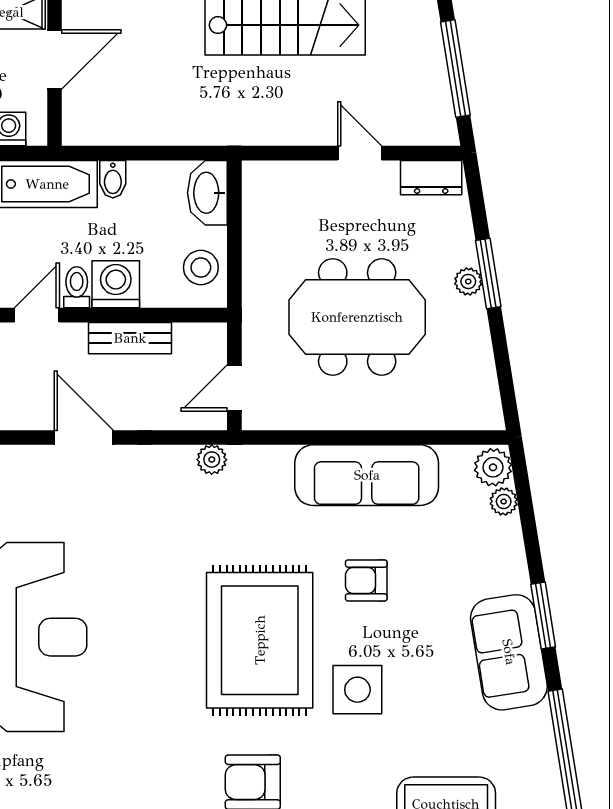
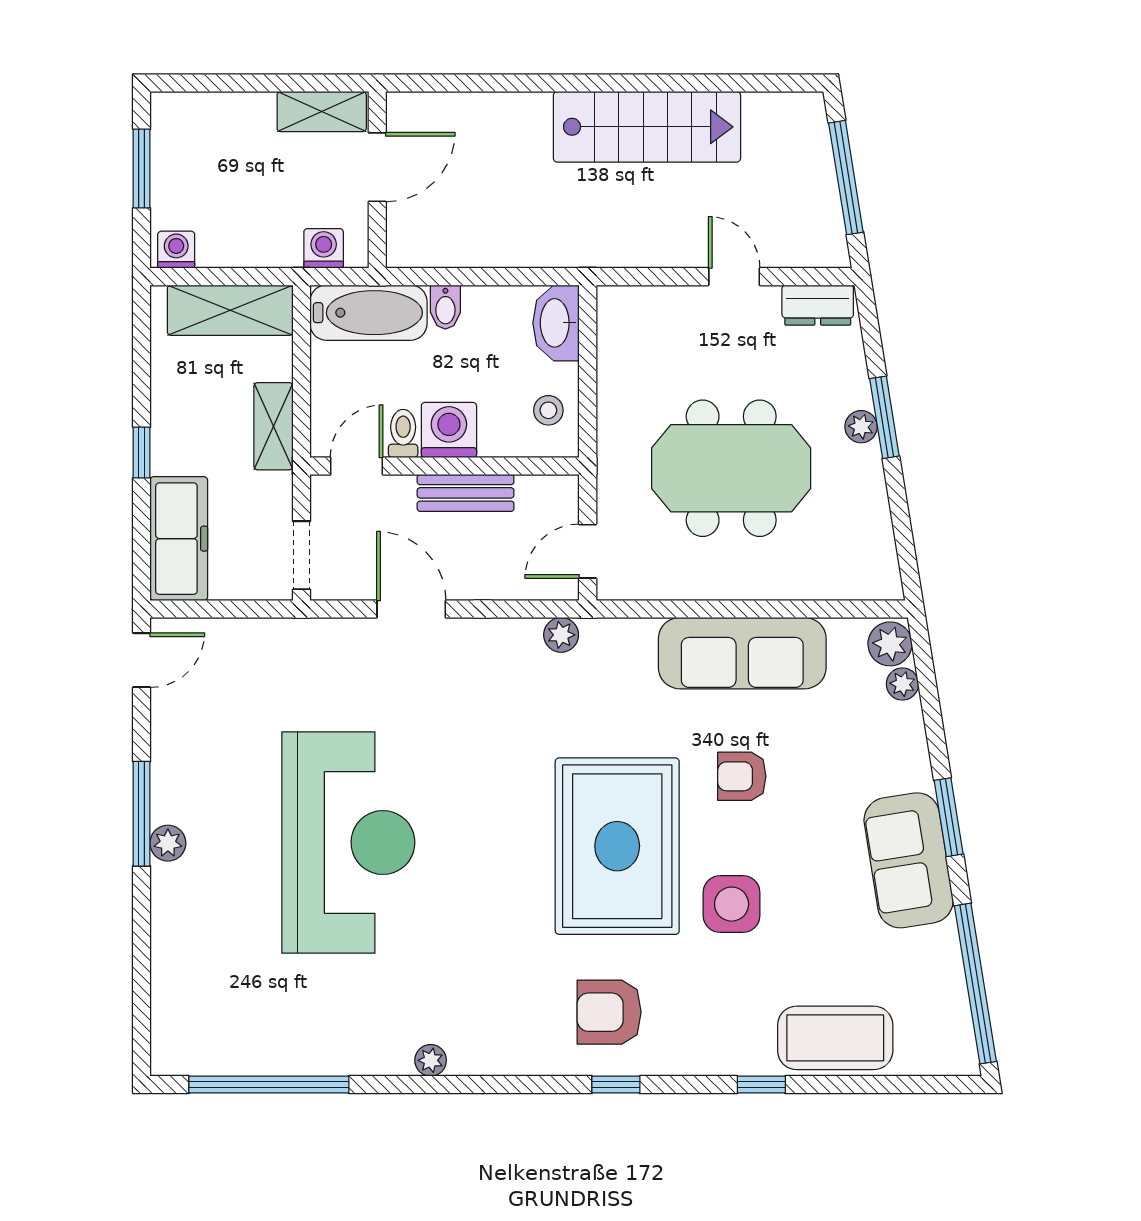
stool: (201, 267) -> (548, 410), width x0.73, depth x0.73

